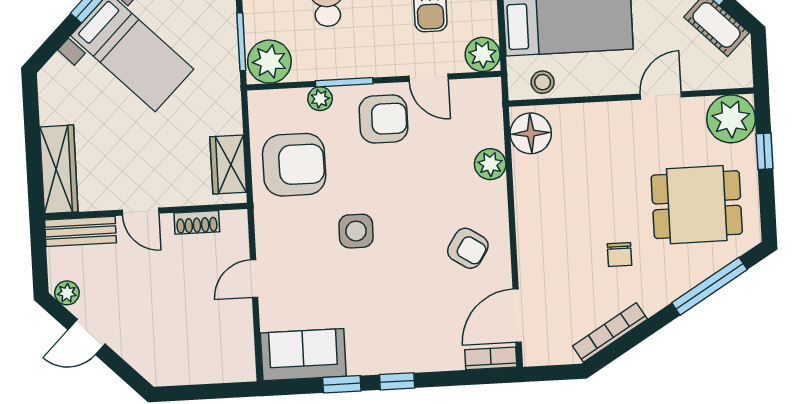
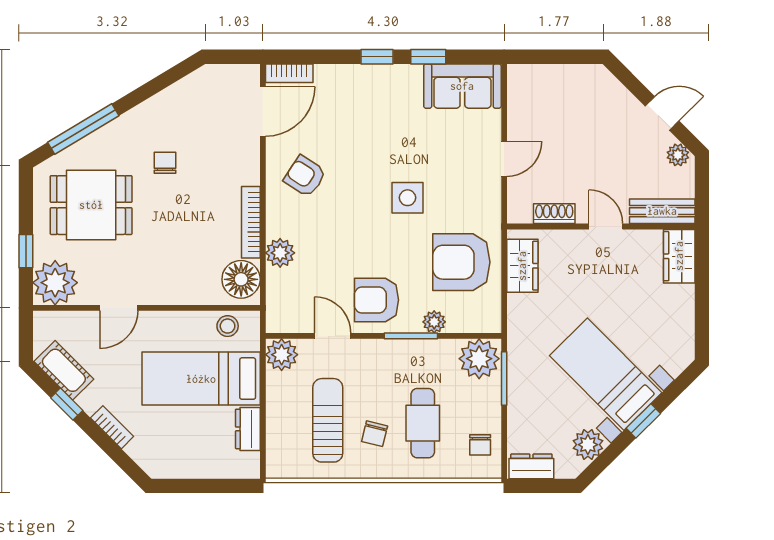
wardrobe: (59, 169) -> (679, 256), width x0.67
bookcase: (610, 333) -> (251, 222), moved, turned 121

